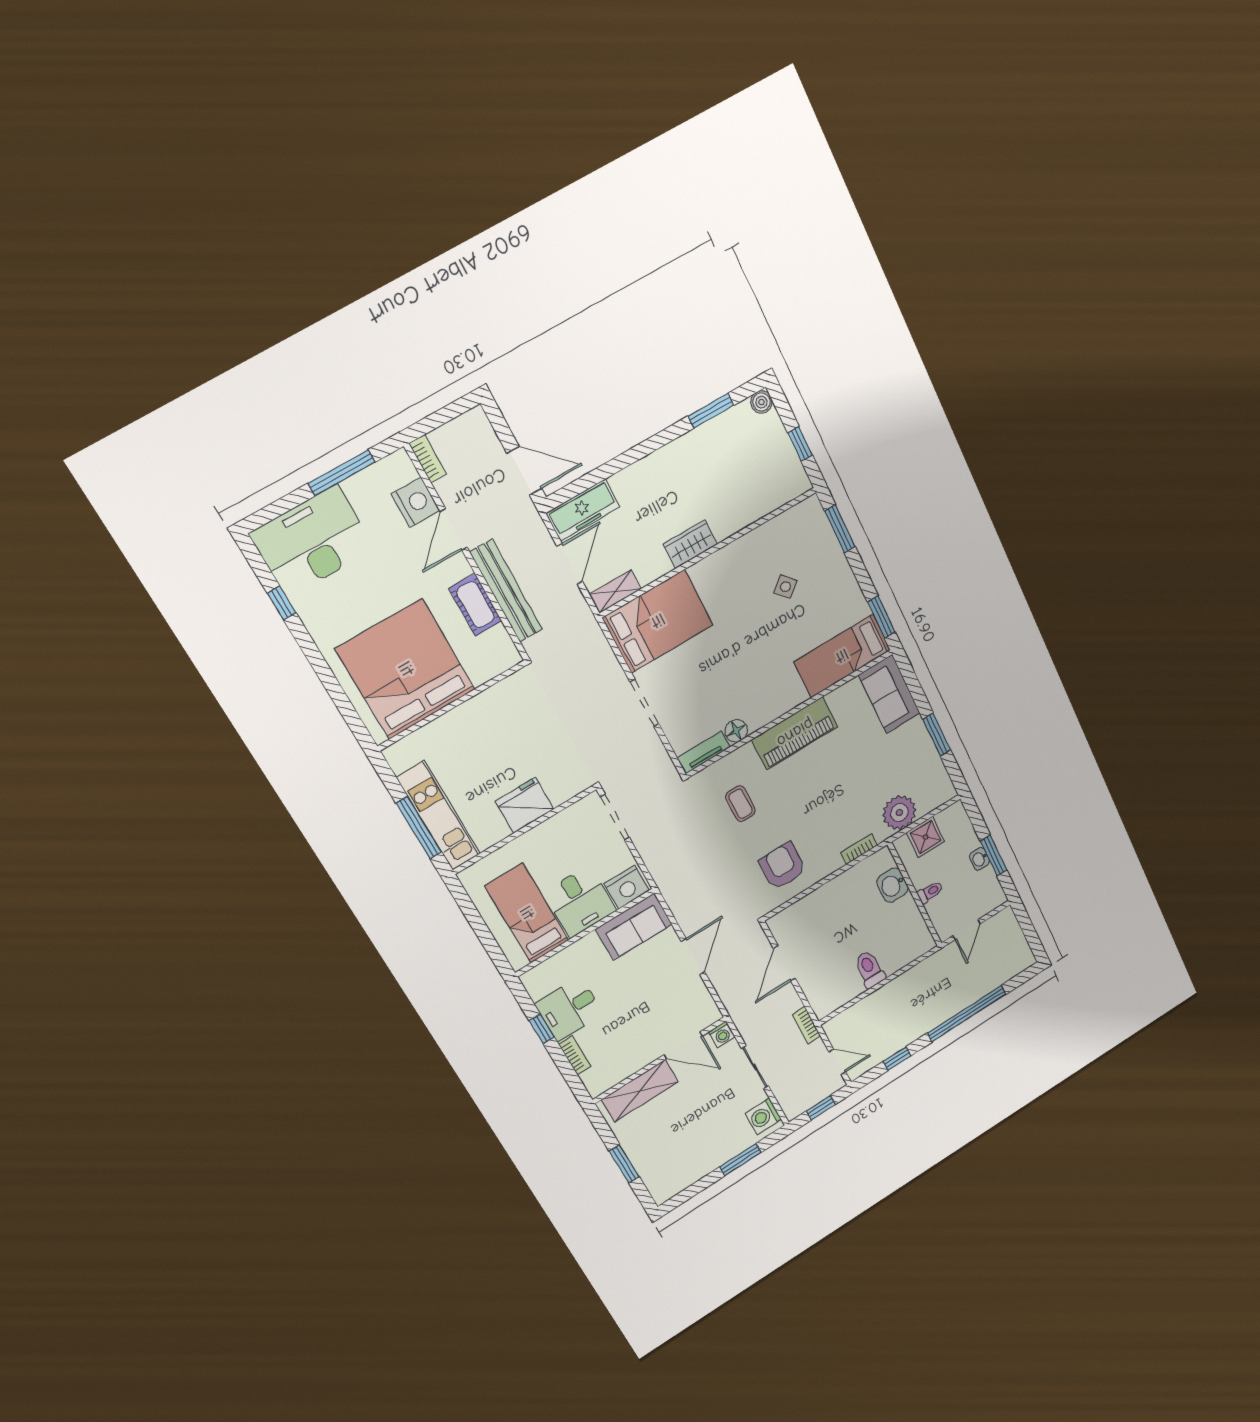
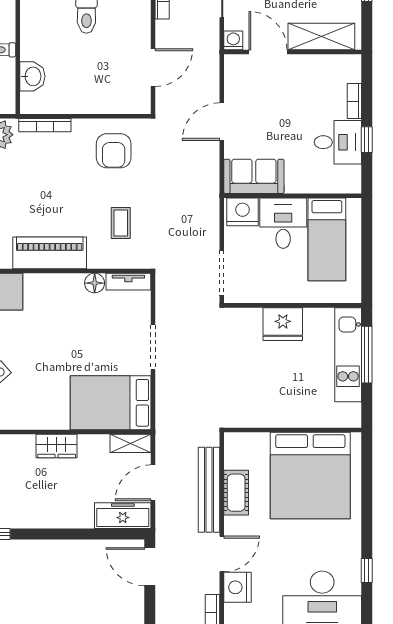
bookcase: (859, 849) -> (45, 125), width x1.56

